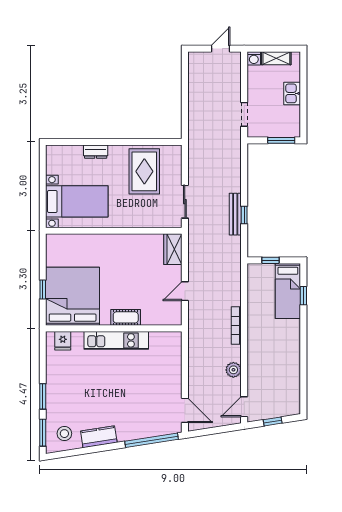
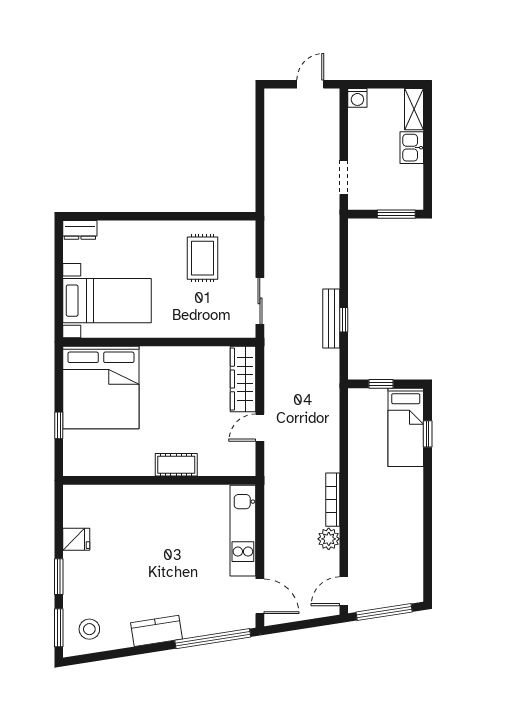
shelving: (276, 58) -> (414, 109), moved, turned 90
dresser: (96, 152) -> (80, 230), moved
rug: (144, 171) -> (203, 258), width x0.73, depth x0.70
wardrobe: (173, 249) -> (243, 379), width x1.50
bed: (73, 296) -> (101, 387), moved, turned 180
bookcase: (236, 326) -> (333, 500), moved
kitchen unit: (116, 340) -> (243, 531), moved, turned 90
fridge: (63, 341) -> (76, 539), moved, turned -90
window: (273, 421) -> (384, 612), width x2.17
kitchen counter: (99, 437) -> (157, 631), moved

